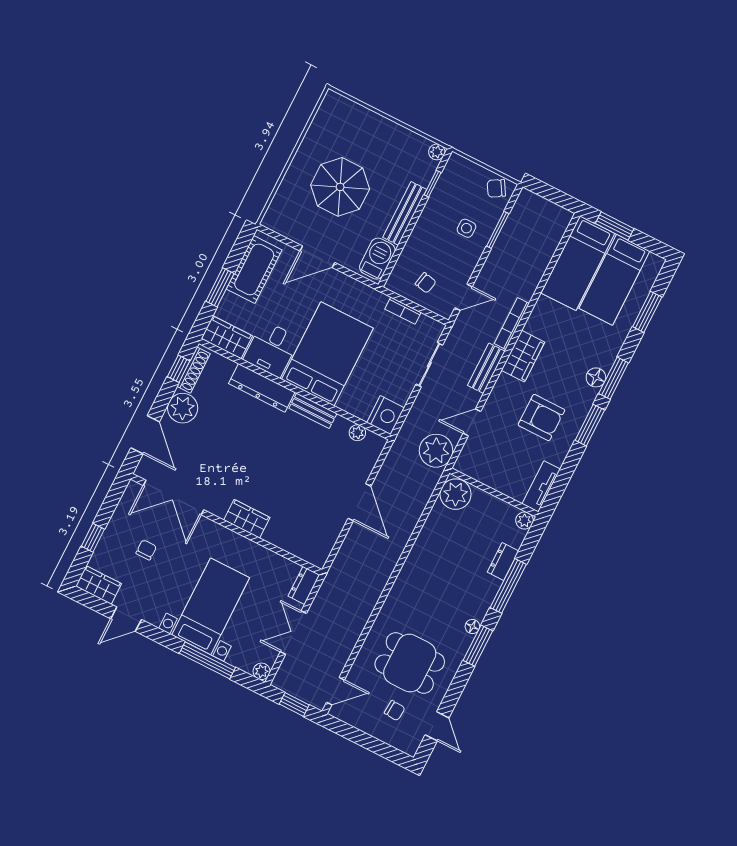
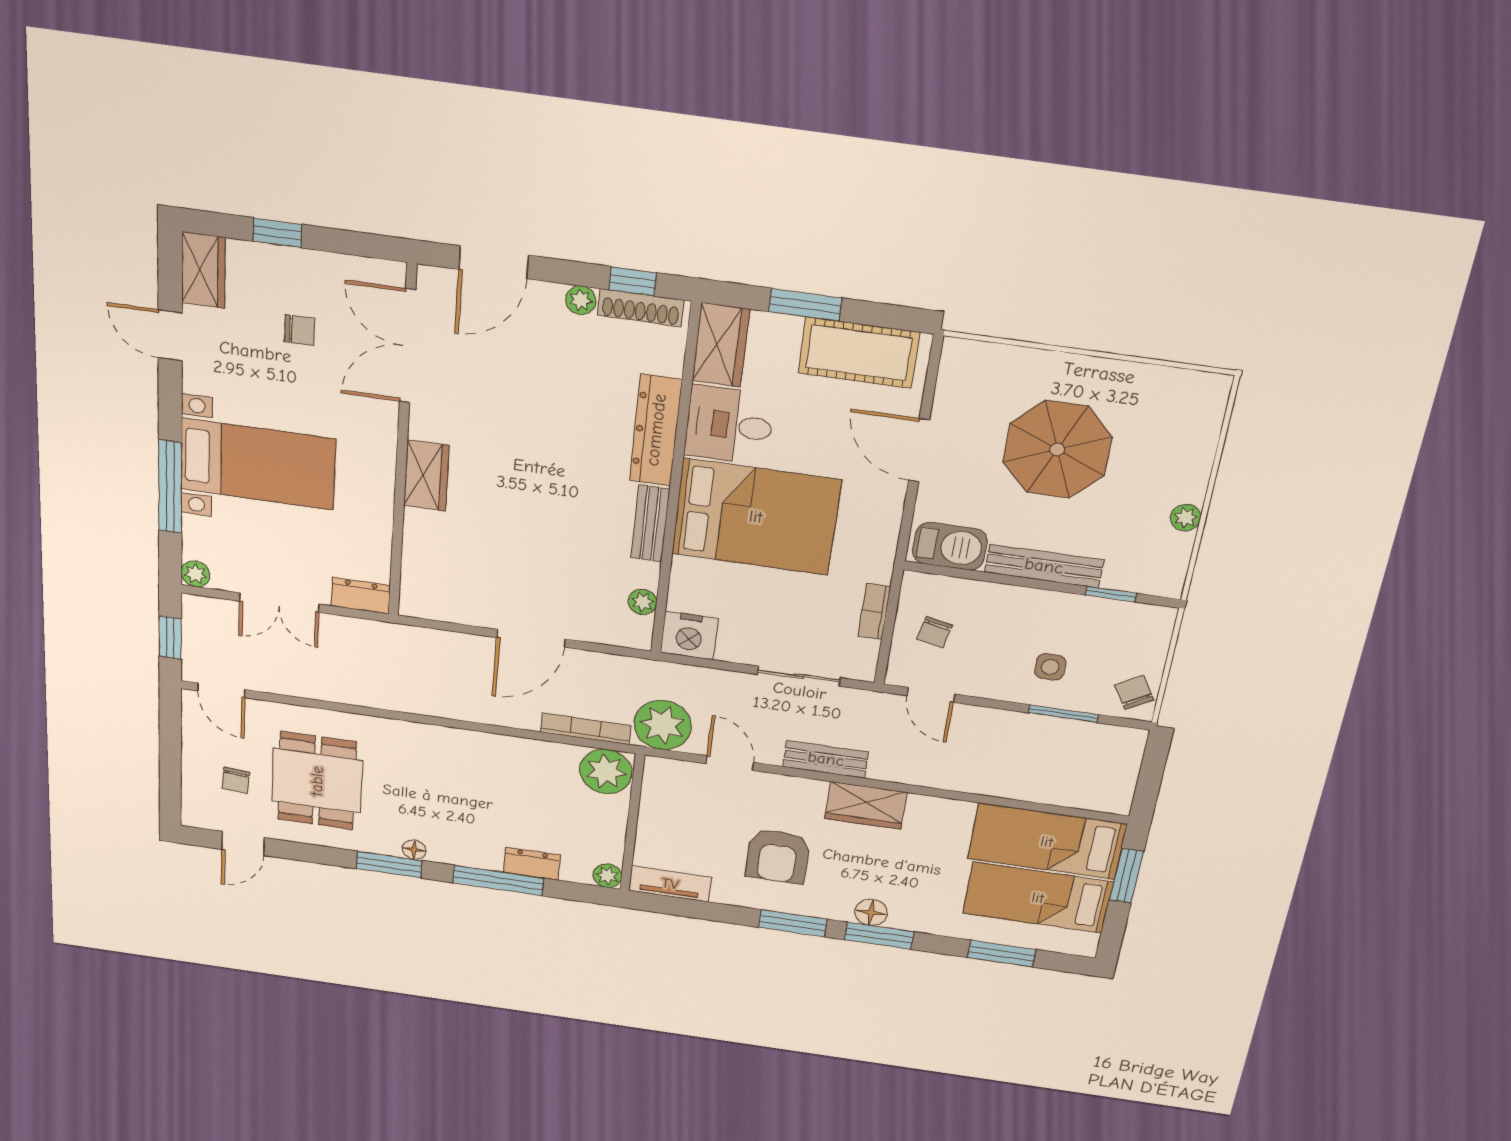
plant: (437, 152) -> (1186, 518), moved
bookcase: (512, 323) -> (586, 729), moved
plant: (183, 408) -> (581, 300), width x0.53, depth x0.53
double door: (293, 633) -> (279, 603), swing flipped

